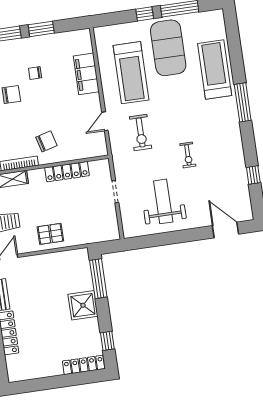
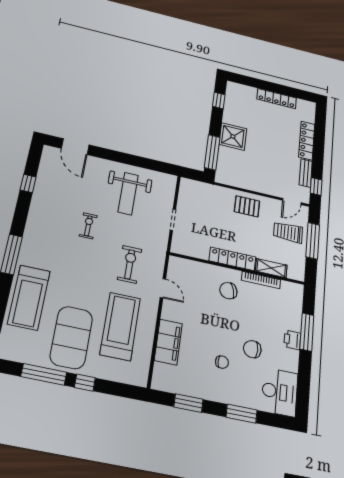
window: (41, 29) -> (188, 403), moved
door: (105, 121) -> (163, 288), hinge flipped
locker: (67, 172) -> (232, 259), moved
locker: (84, 365) -> (277, 99), moved

